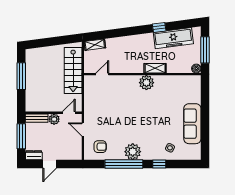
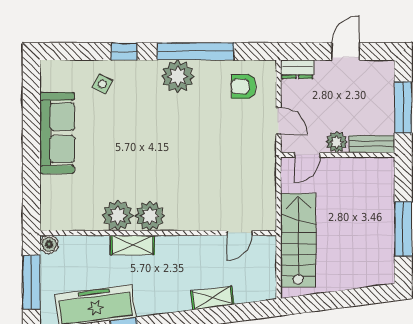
shelving: (95, 45) -> (212, 298), moved
plant: (162, 83) -> (118, 215), added
dresser: (34, 155) -> (297, 69), moved

